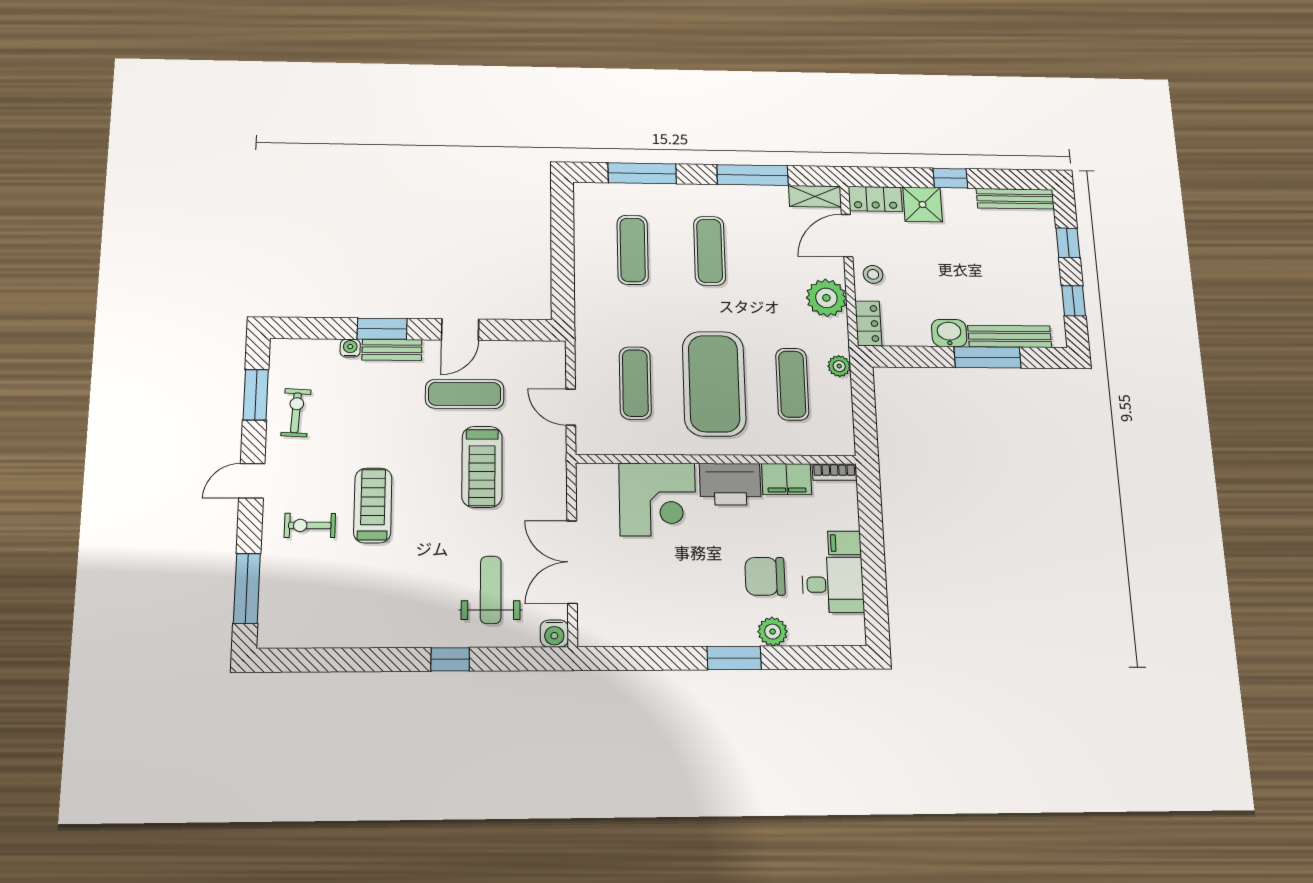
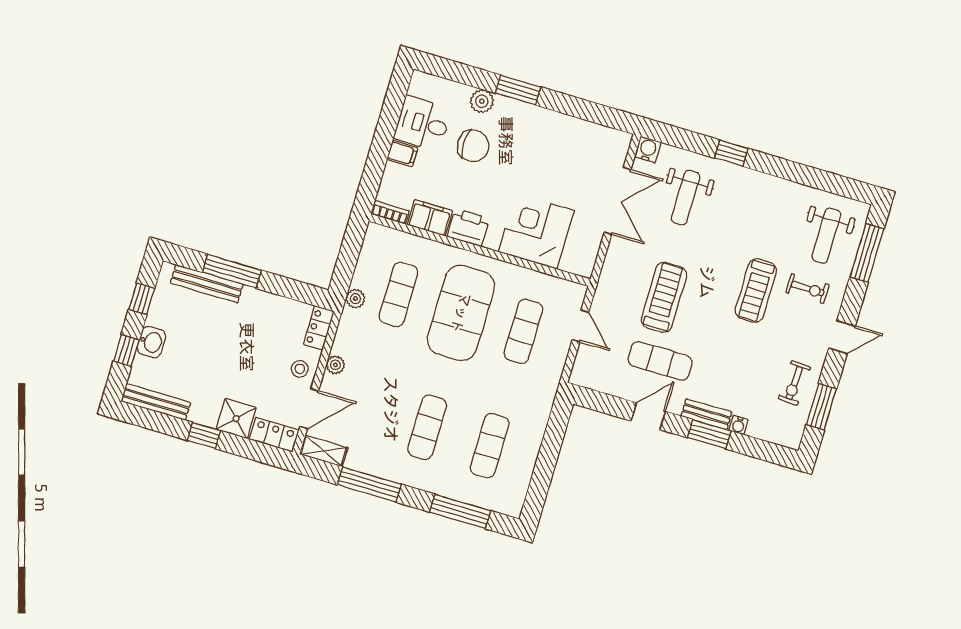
plant: (826, 298) -> (335, 365), width x0.53, depth x0.53
washbasin: (949, 333) -> (151, 342), moved, turned -90
printer: (730, 484) -> (468, 228), width x0.73, depth x0.84
weight bench: (303, 594) -> (826, 236), added

